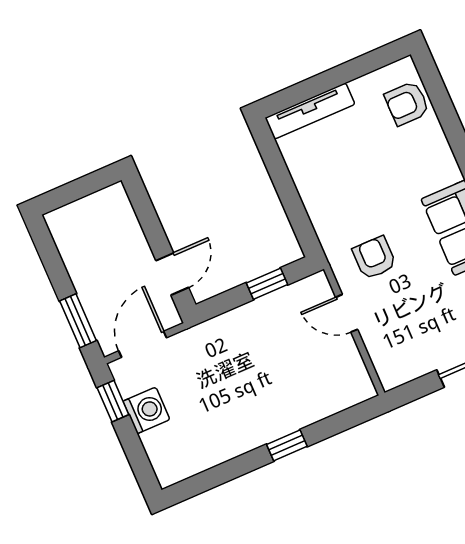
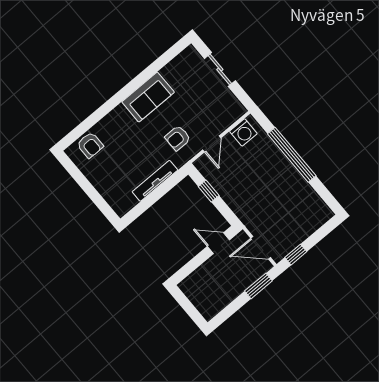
tv unit: (310, 111) -> (155, 181), moved, turned -90
washing machine: (146, 410) -> (243, 132), moved, turned 180
window: (287, 445) -> (292, 155), width x3.17

